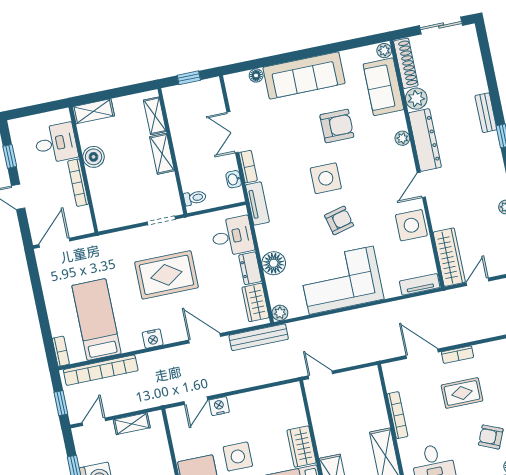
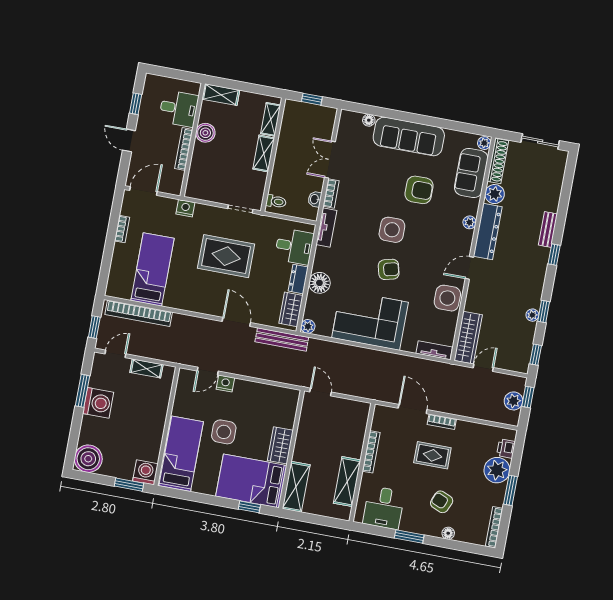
nightstand: (153, 339) -> (185, 208), moved, turned 180
bookcase: (61, 351) -> (122, 229), moved

